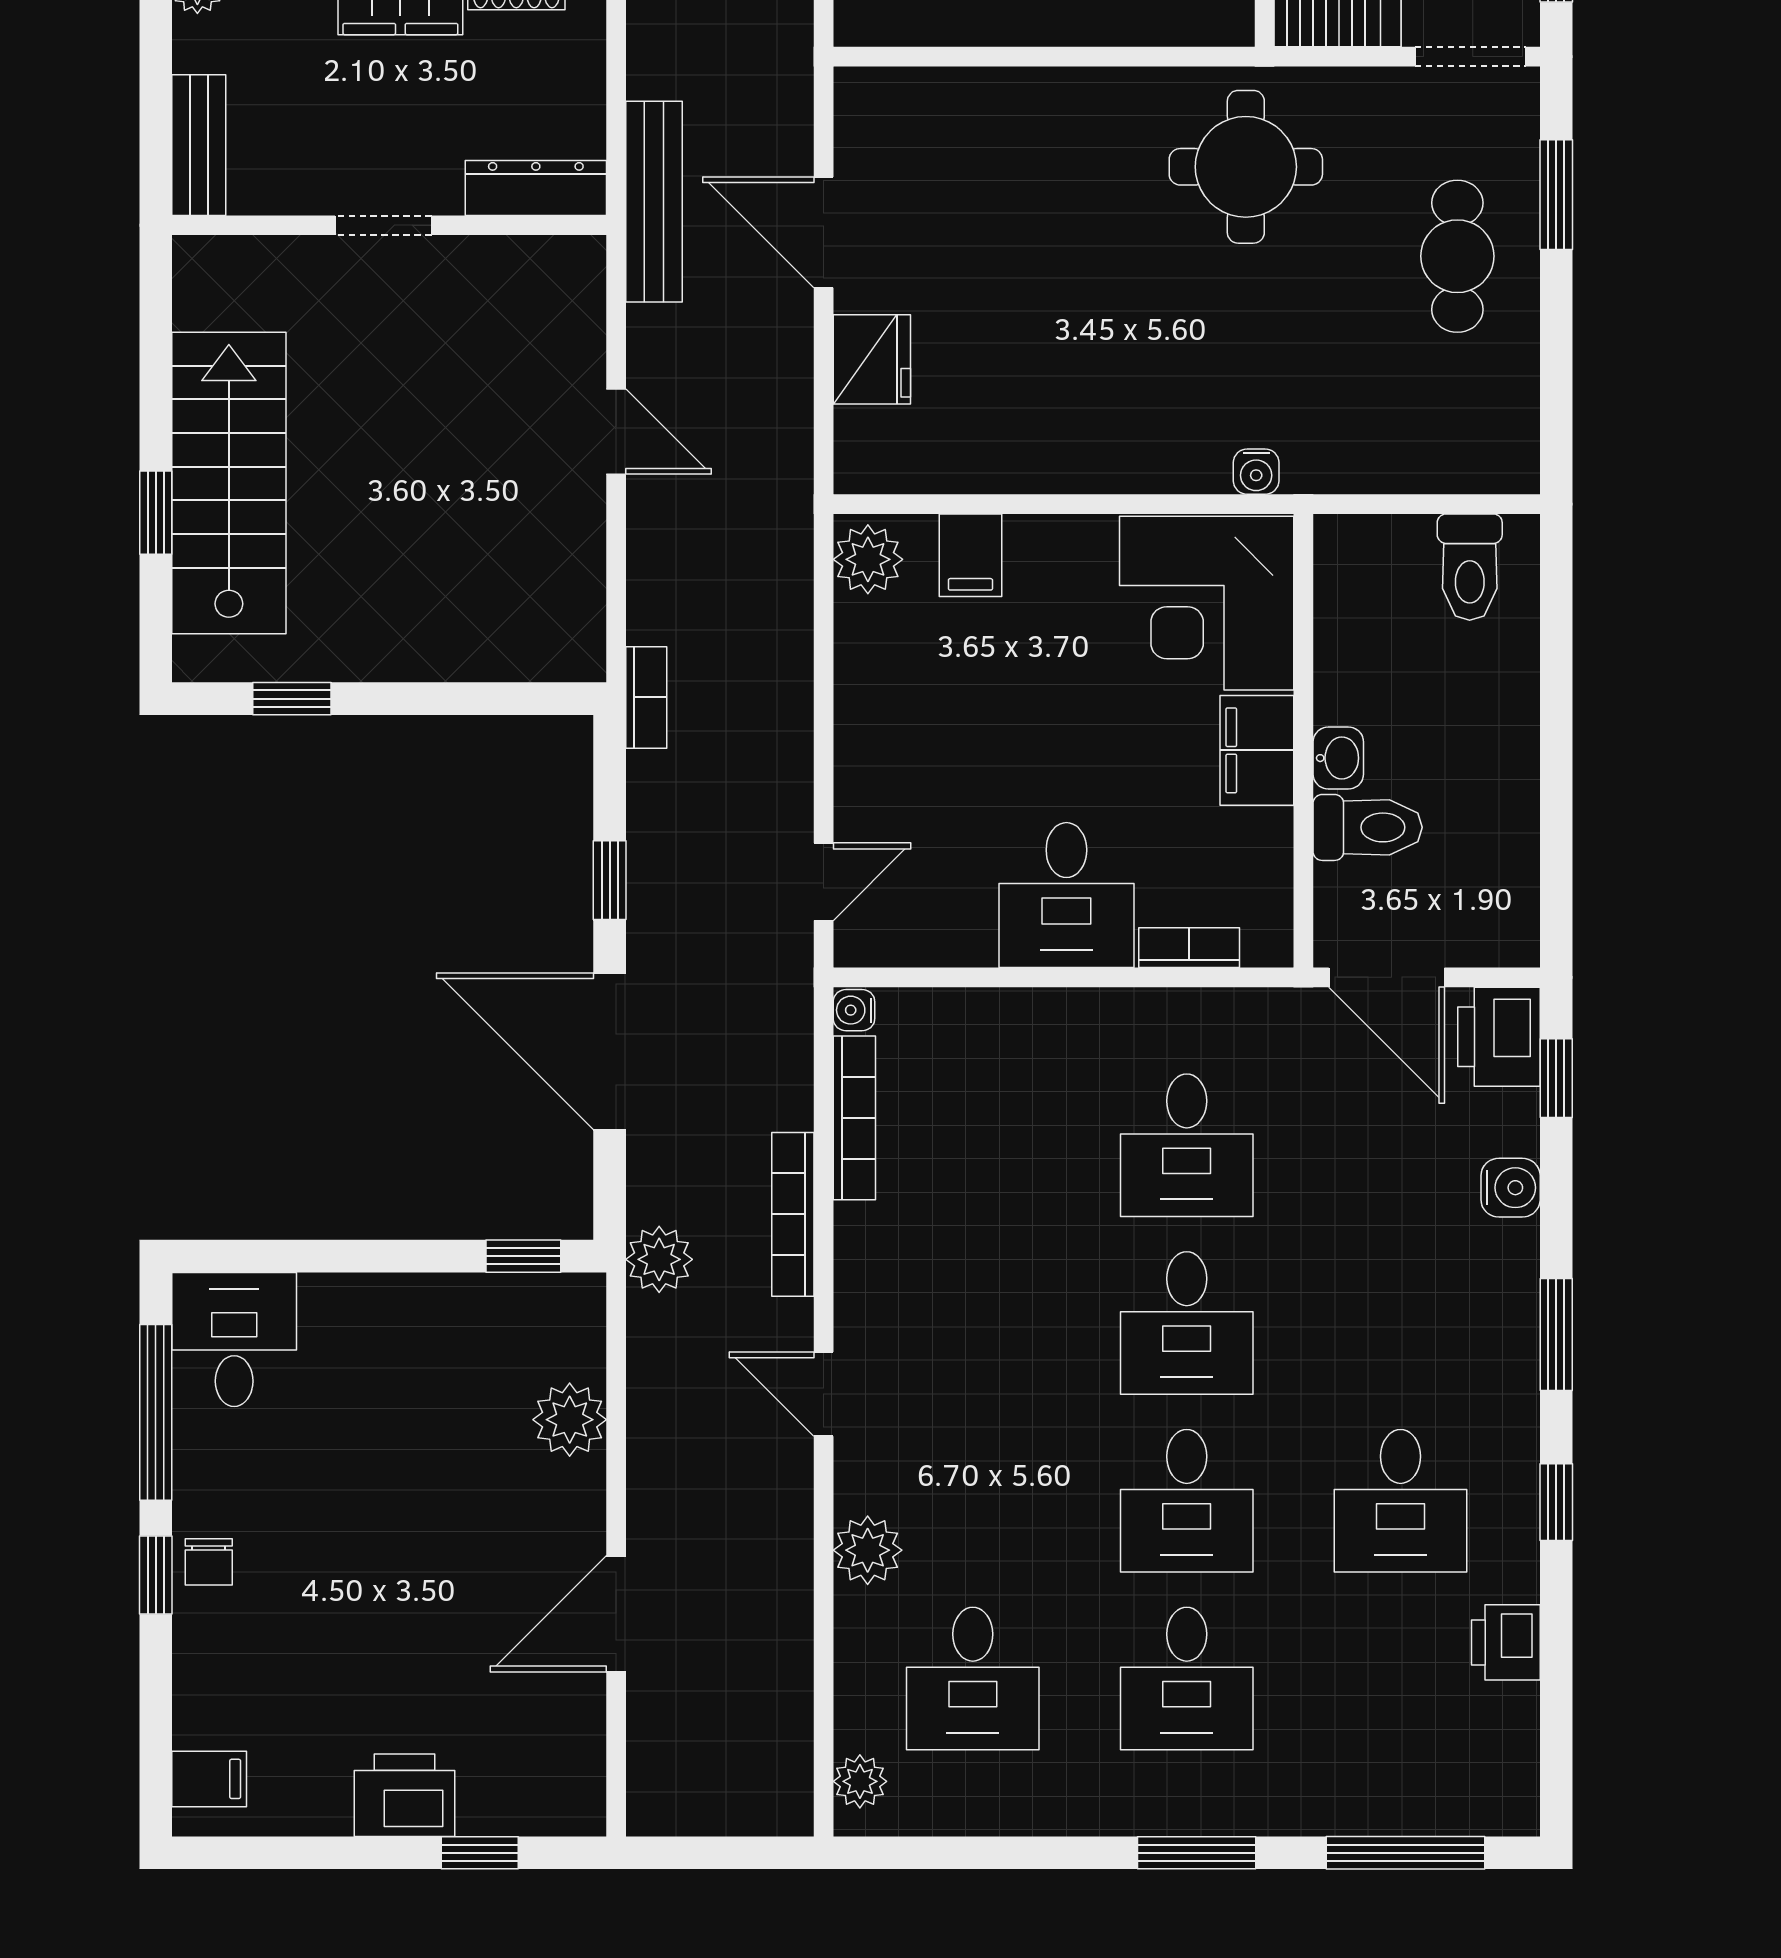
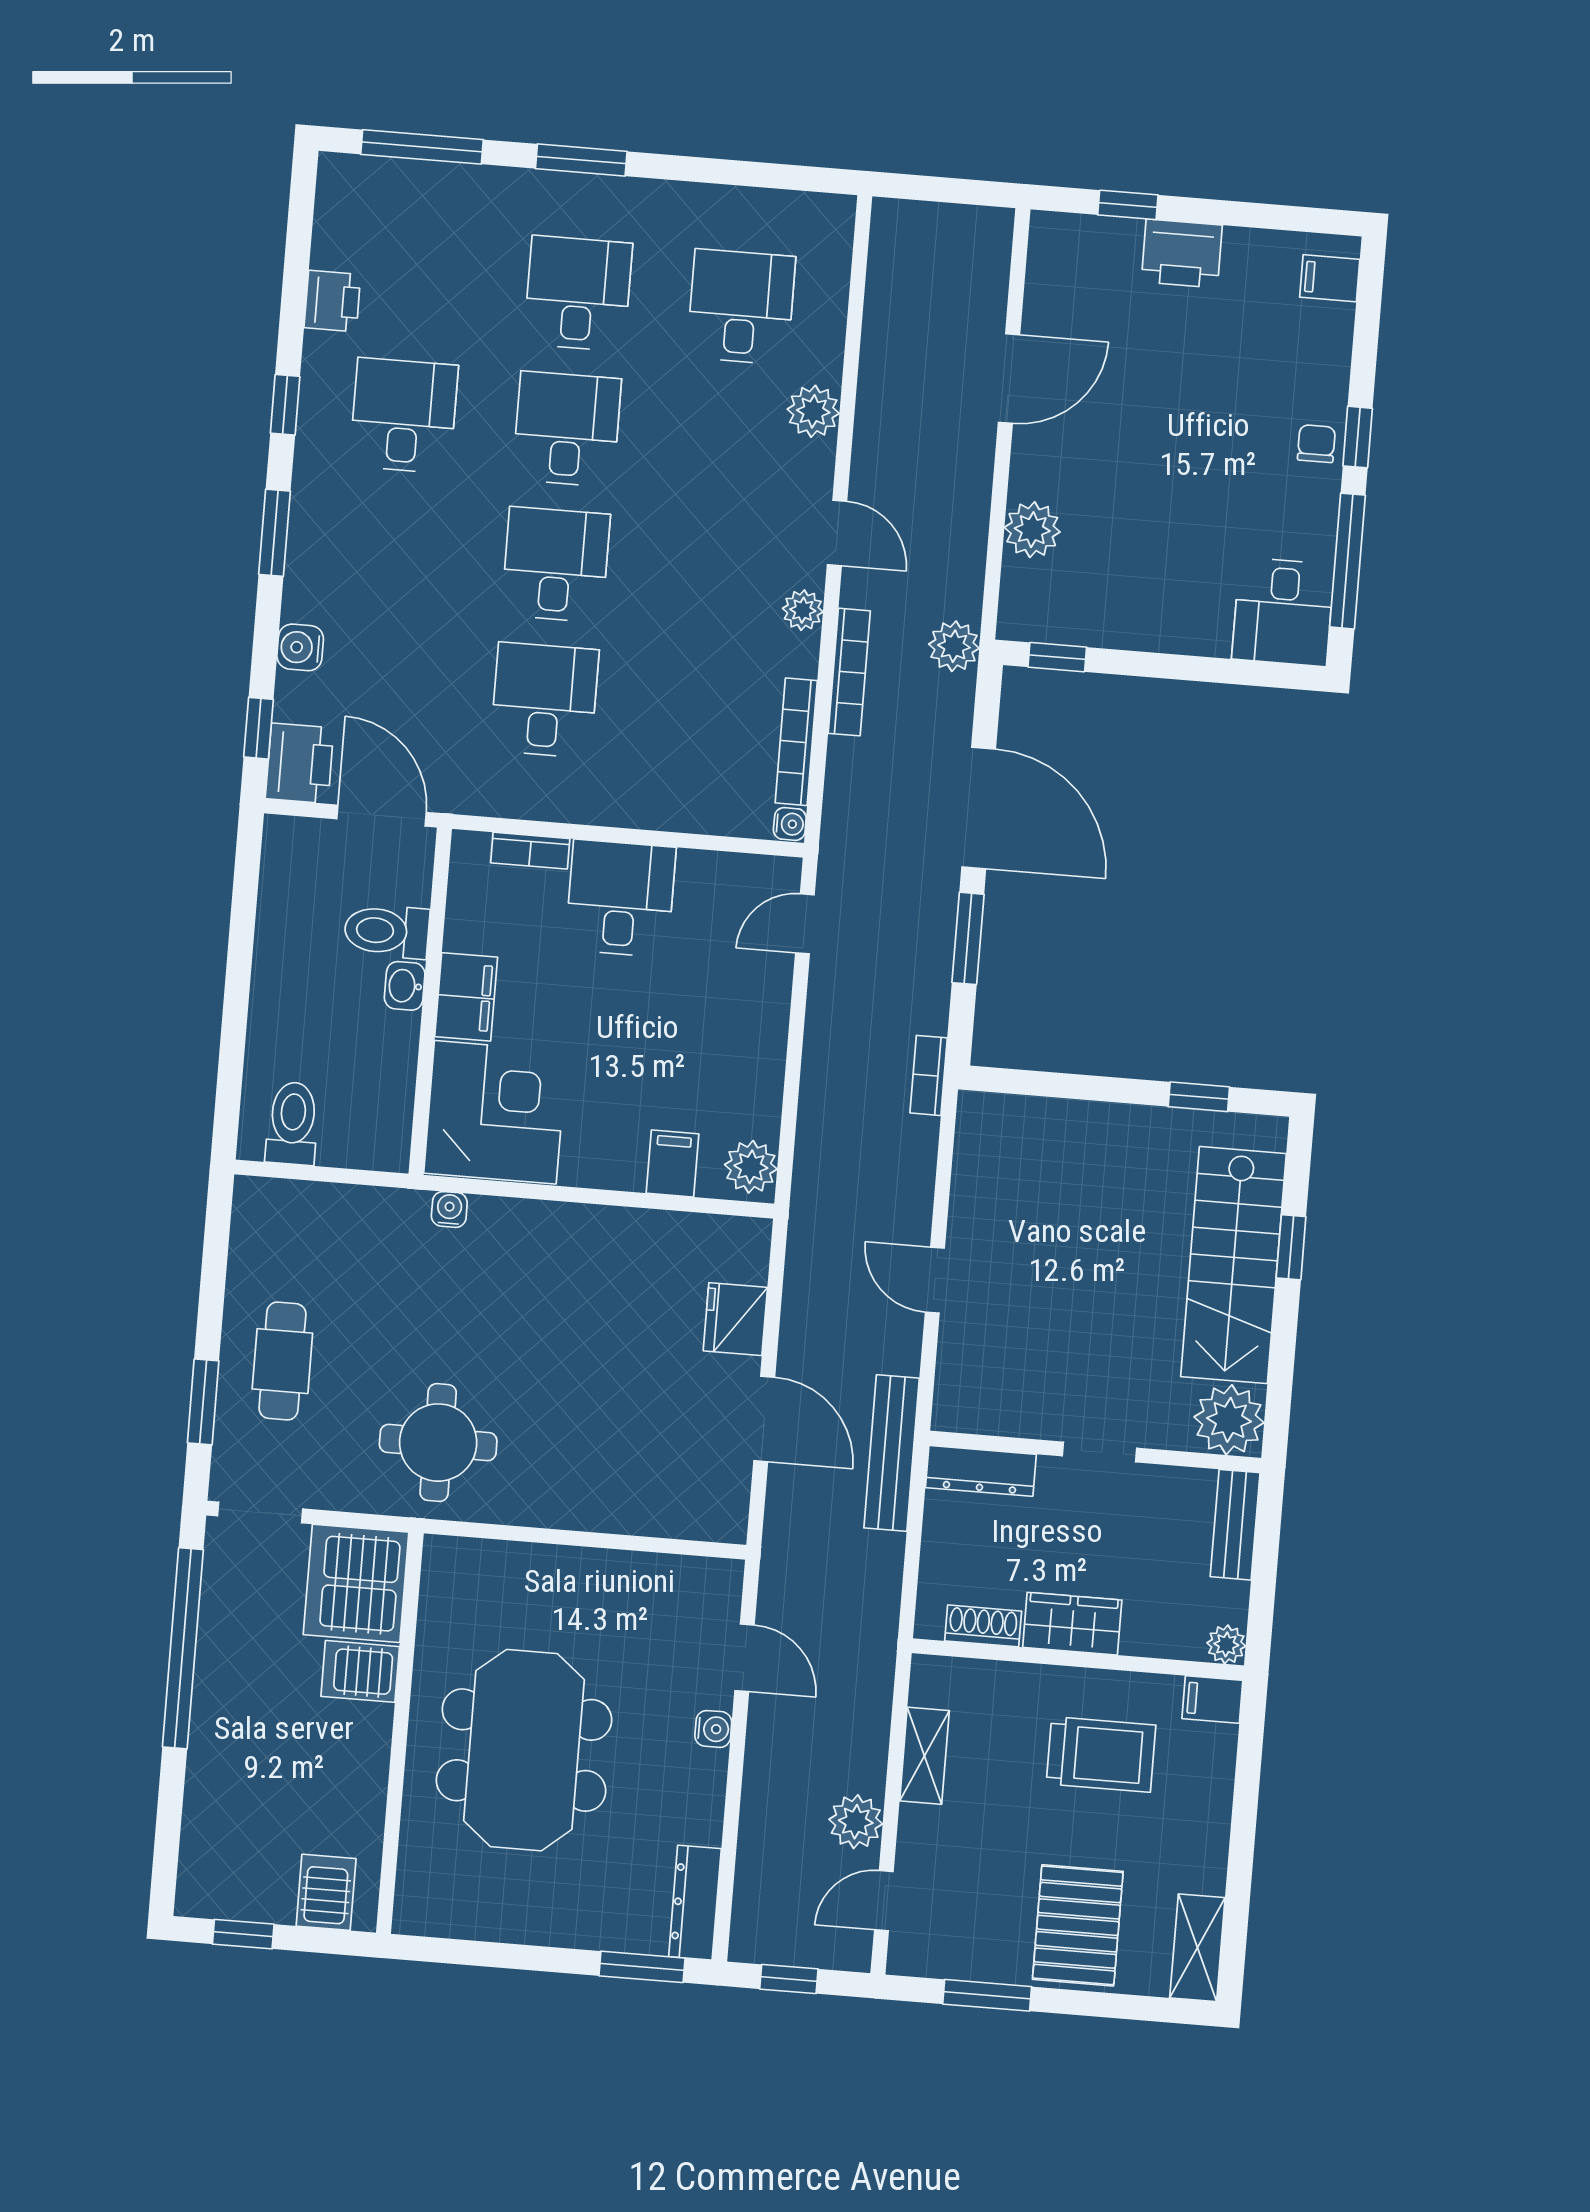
plant: (218, 281) -> (1229, 1420), added
window: (610, 880) -> (968, 938), width x1.50
plant: (860, 1781) -> (803, 610), moved

